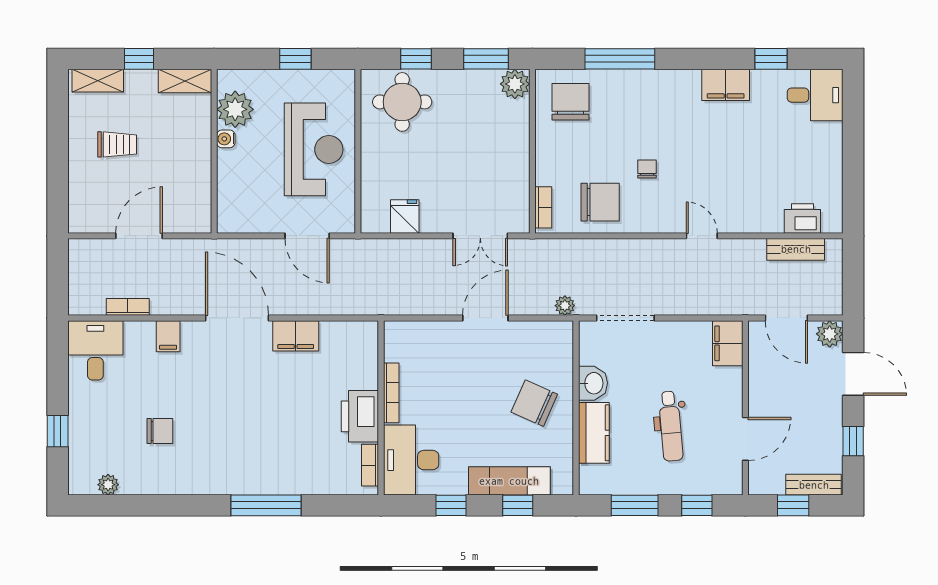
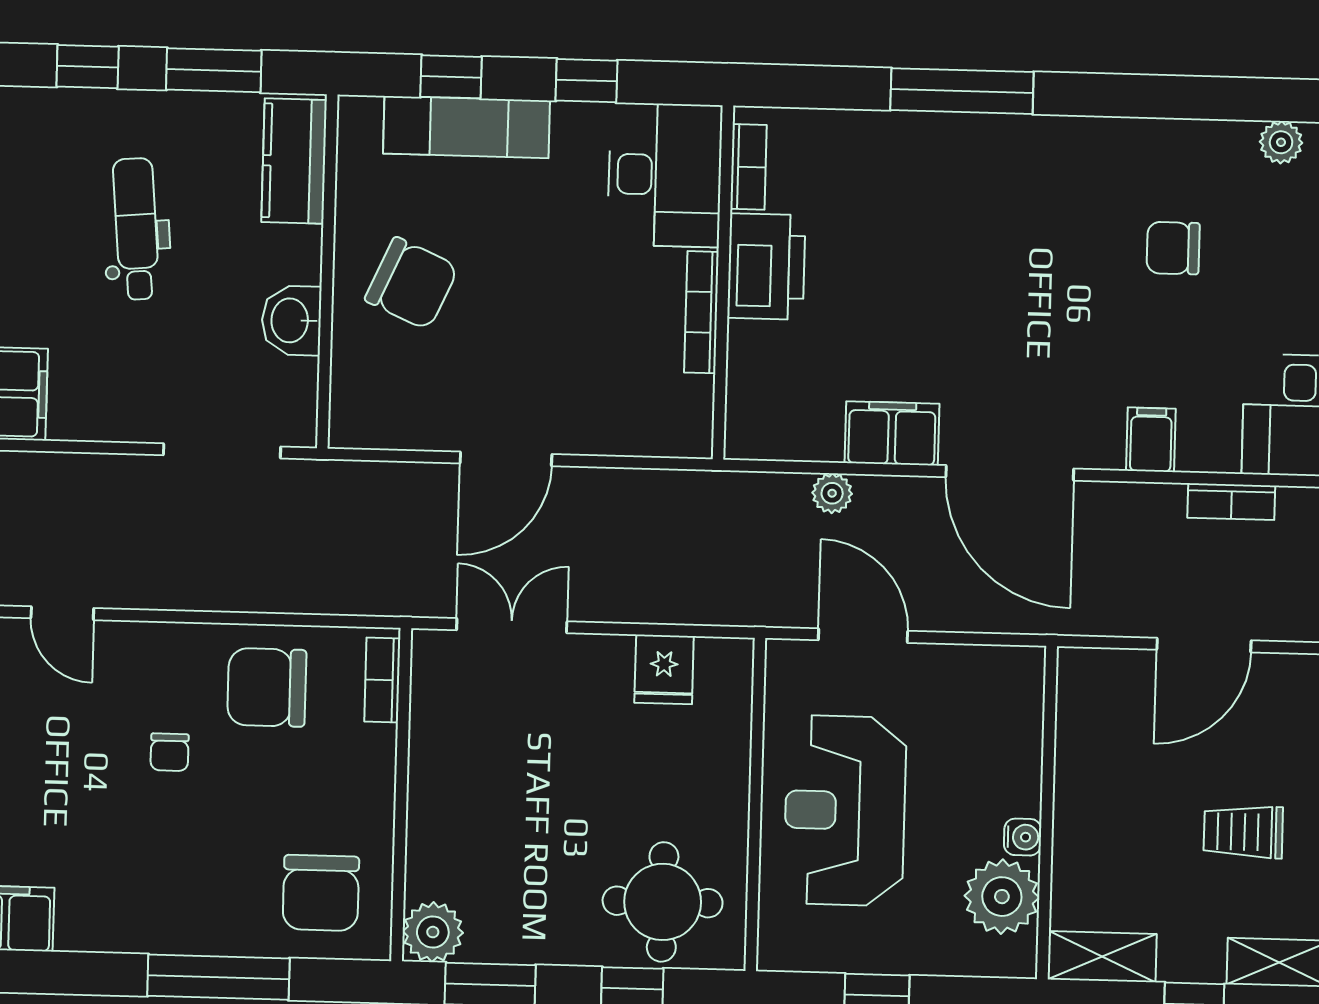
plant: (565, 306) -> (832, 493), moved
kitchen counter: (594, 433) -> (294, 161), moved

